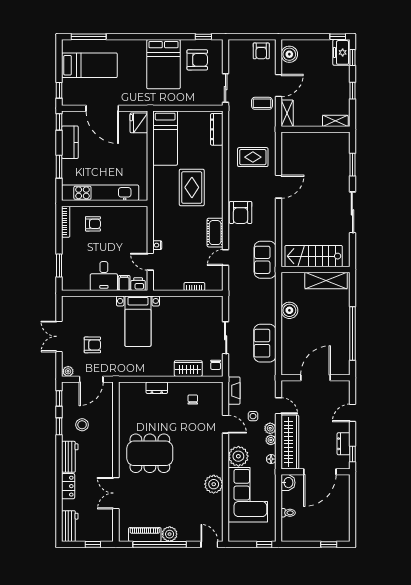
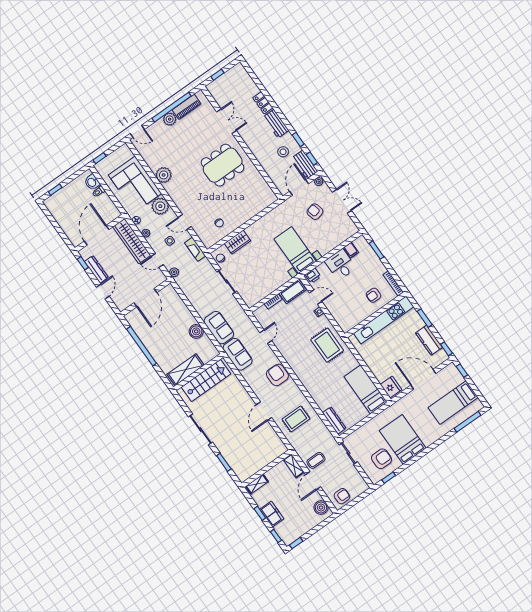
armchair: (261, 51) -> (342, 496), turned 90
freezer: (341, 52) -> (272, 514), moved
armchair: (197, 60) -> (382, 459), turned 180
rug: (192, 187) -> (327, 345), moved
cot: (215, 233) -> (293, 292), moved, turned 90
filing cabinet: (124, 283) -> (351, 250), moved
sofa: (265, 343) -> (219, 328), moved
armchair: (92, 345) -> (315, 212), turned 76
dresser: (157, 388) -> (250, 214), removed
plant: (270, 428) -> (174, 272), moved
dresser: (344, 444) -> (96, 269), width x1.44
washbasin: (288, 483) -> (92, 182), moved
workbench: (70, 526) -> (305, 165), moved

